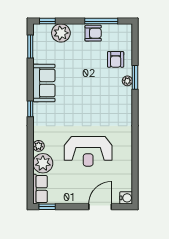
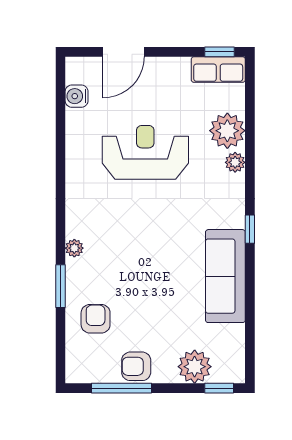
window: (30, 46) -> (250, 342), removed
plant: (127, 81) -> (74, 248), moved
sofa: (44, 83) -> (225, 276), width x1.36
row of seats: (40, 189) -> (218, 70), moved, turned -90
water cooler: (126, 198) -> (77, 96), moved

